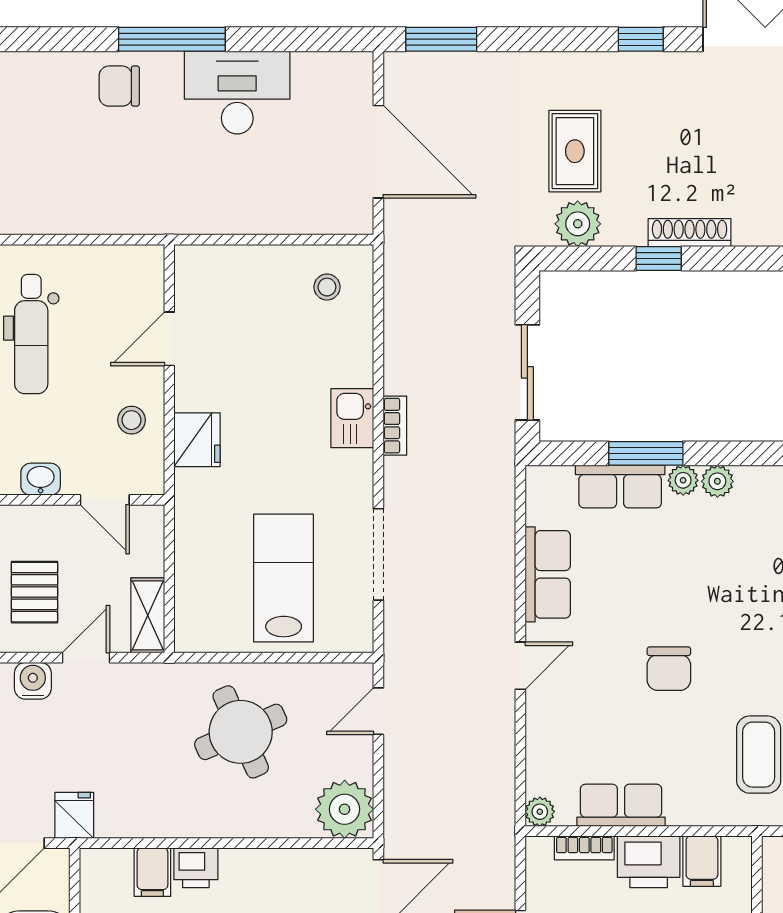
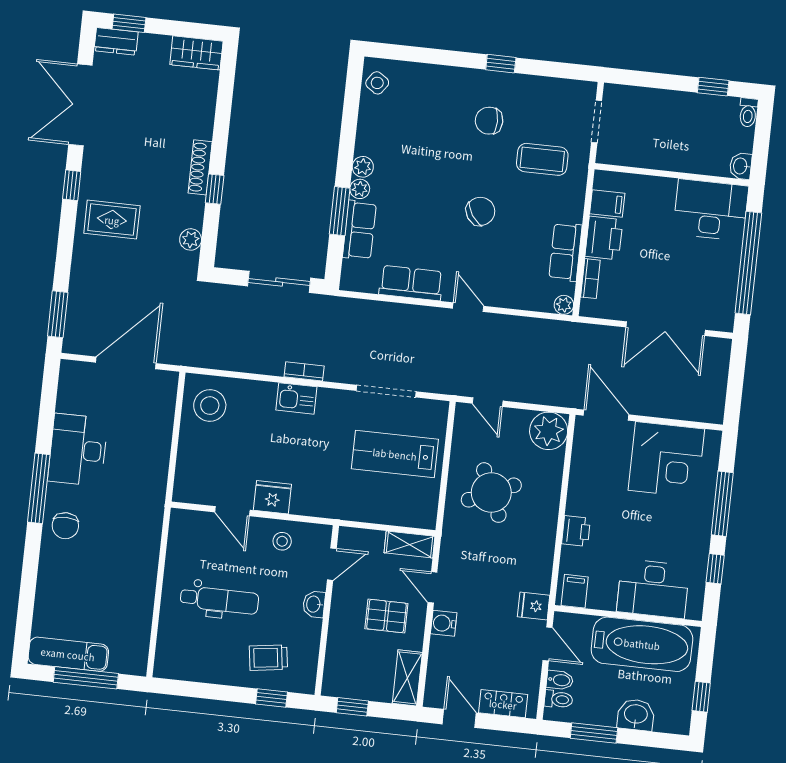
rug: (575, 151) -> (112, 220), moved
plant: (578, 224) -> (191, 239), width x0.73, depth x0.73
stool: (327, 287) -> (210, 406), width x1.89, depth x1.89
fridge: (197, 440) -> (272, 497), moved
chair: (669, 669) -> (480, 211), turned -34
filing cabinet: (152, 872) -> (575, 591), moved, turned -90

